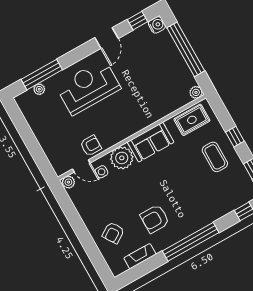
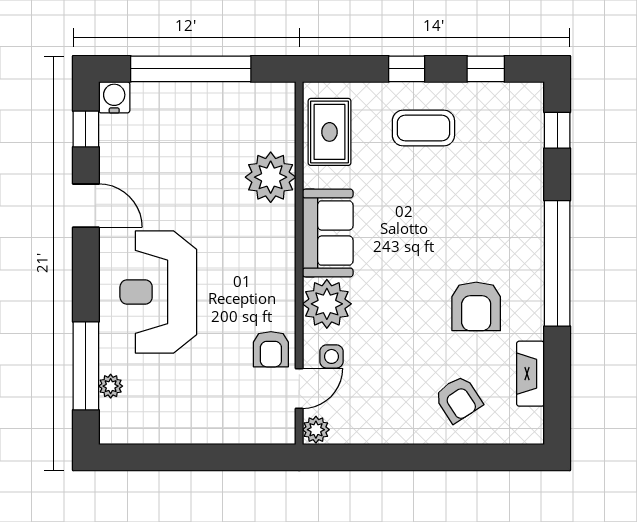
plant: (196, 92) -> (271, 177), moved, width x1.87, depth x1.87
armchair: (91, 146) -> (271, 349), turned 180

